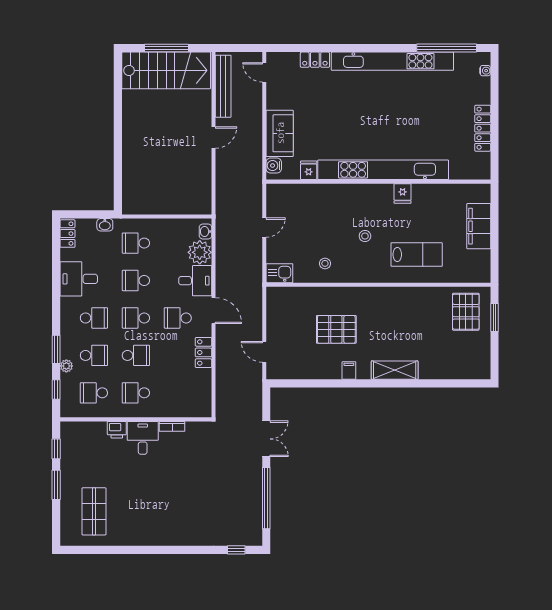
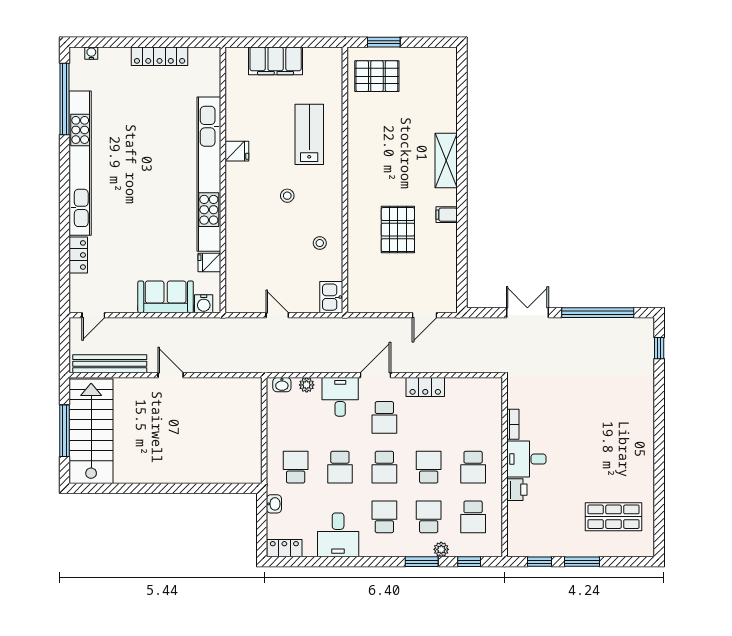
school desk: (136, 243) -> (296, 467), turned 180
plant: (200, 252) -> (307, 385), width x0.53, depth x0.53

